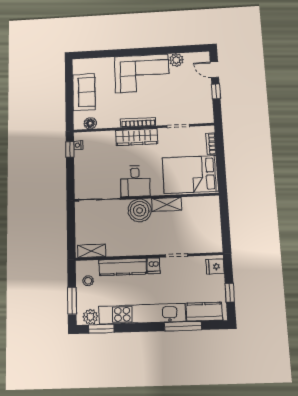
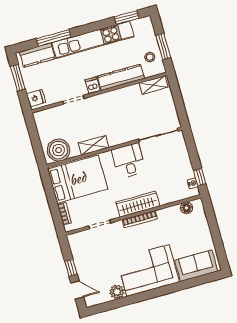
sofa: (84, 92) -> (196, 266), moved, turned 90
boiler: (140, 210) -> (59, 150), moved
window: (230, 293) -> (18, 78), width x1.50
window: (72, 301) -> (163, 47), moved
plant: (90, 317) -> (139, 25), removed

